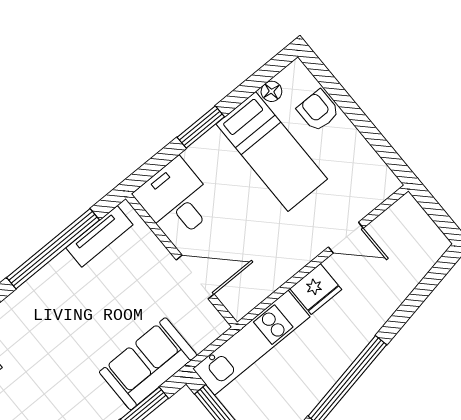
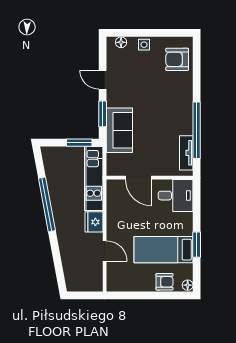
floor lamp: (271, 91) -> (188, 285), moved
window: (201, 127) -> (197, 245), moved
door: (346, 238) -> (105, 251), swing flipped
door: (195, 277) -> (139, 178), hinge flipped

